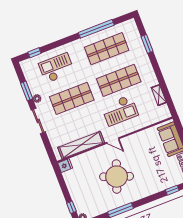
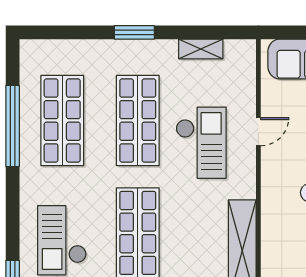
window: (147, 44) -> (134, 32), moved
door: (113, 141) -> (258, 132), moved

